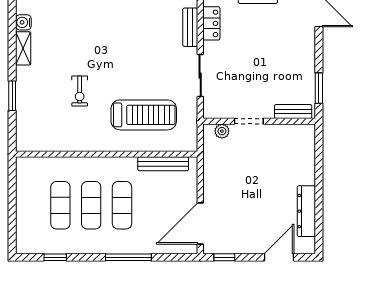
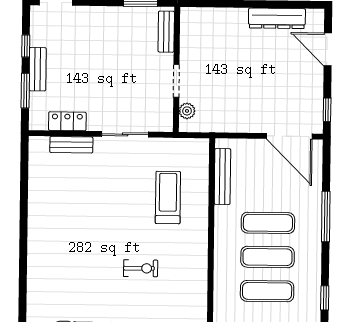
treadmill: (144, 115) -> (168, 198), width x0.73, depth x0.73

